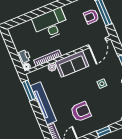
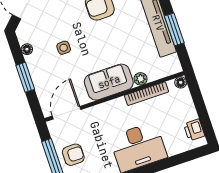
printer: (24, 56) -> (194, 130), moved
window: (29, 91) -> (174, 29), moved

